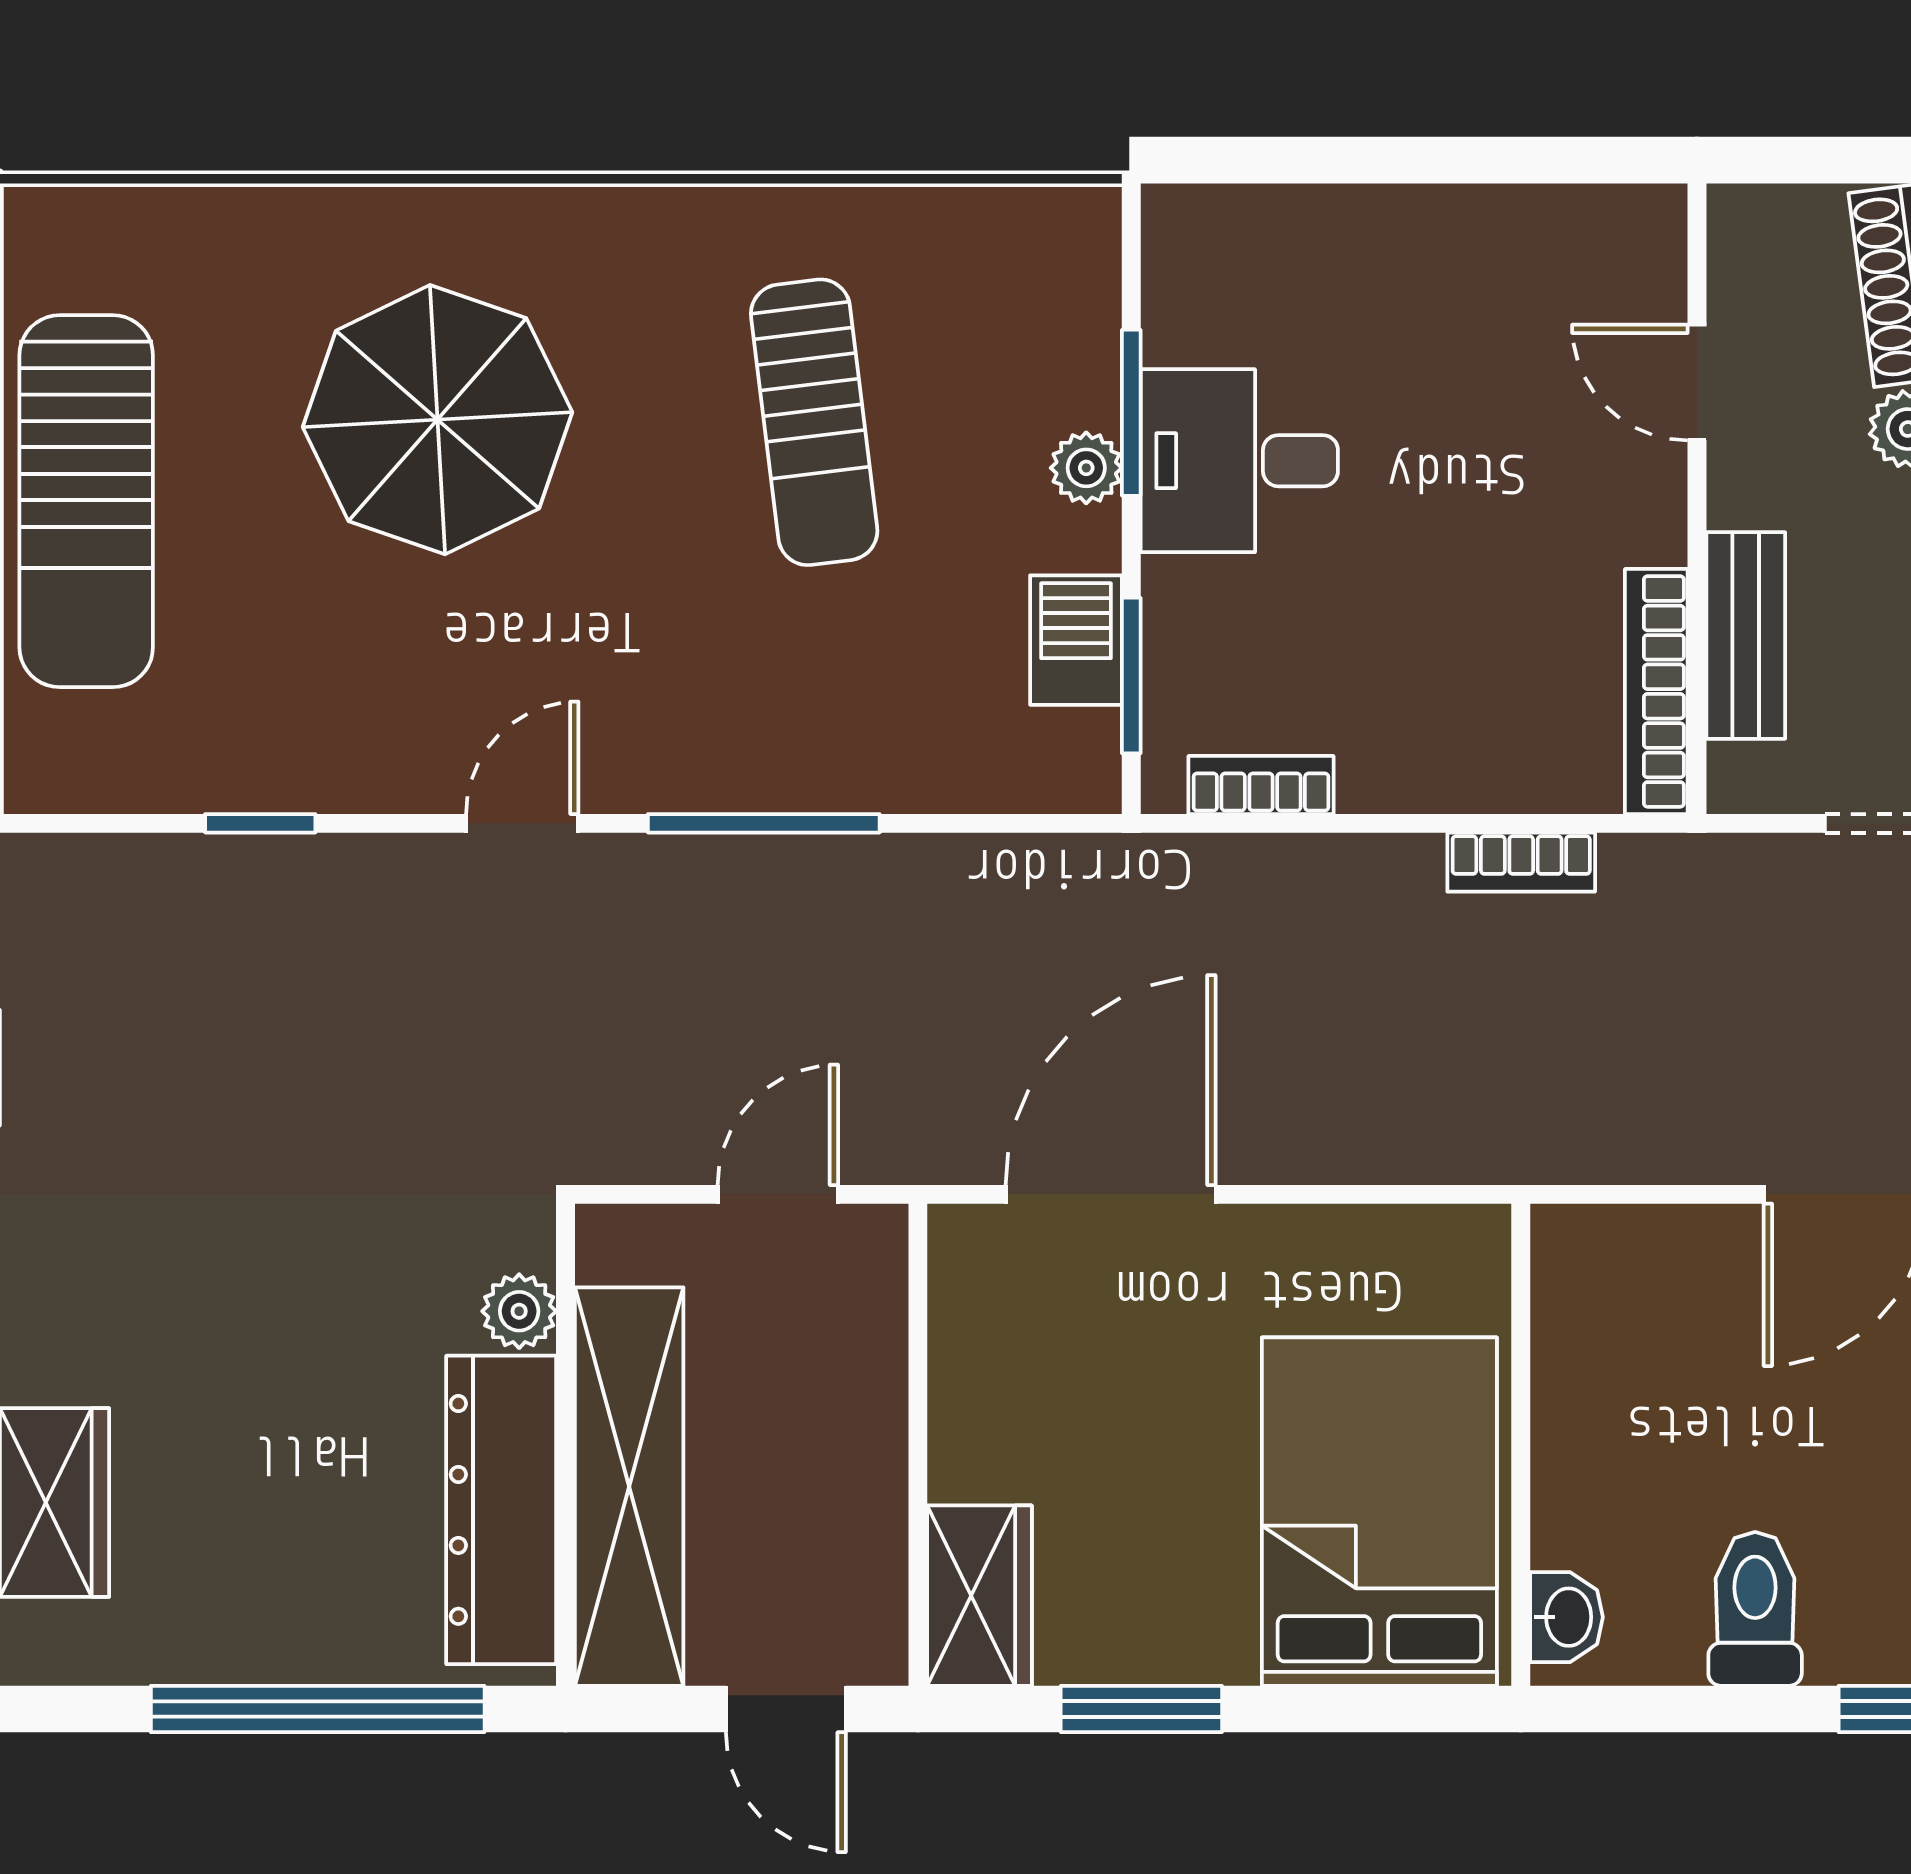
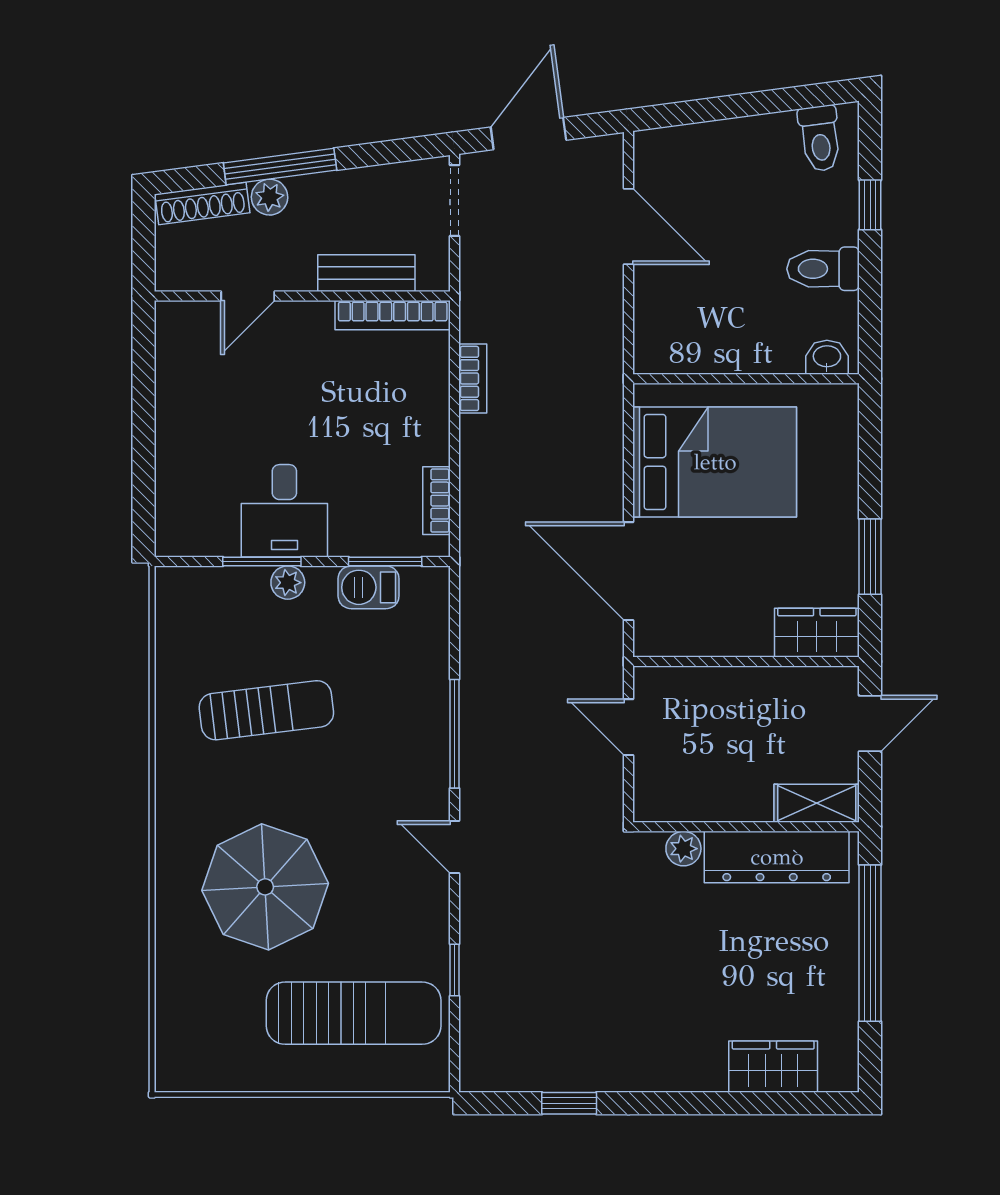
sun lounger: (86, 501) -> (354, 1013), moved
shelving: (629, 1487) -> (817, 803), width x0.45, depth x0.75
bed: (1379, 1512) -> (715, 462), moved, turned 180

